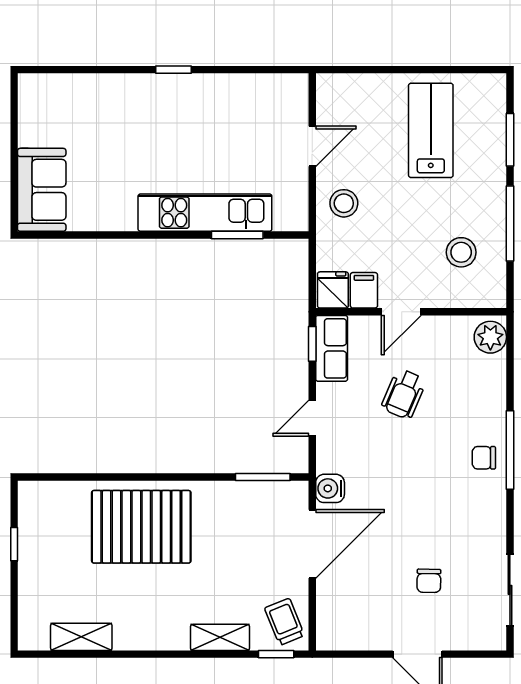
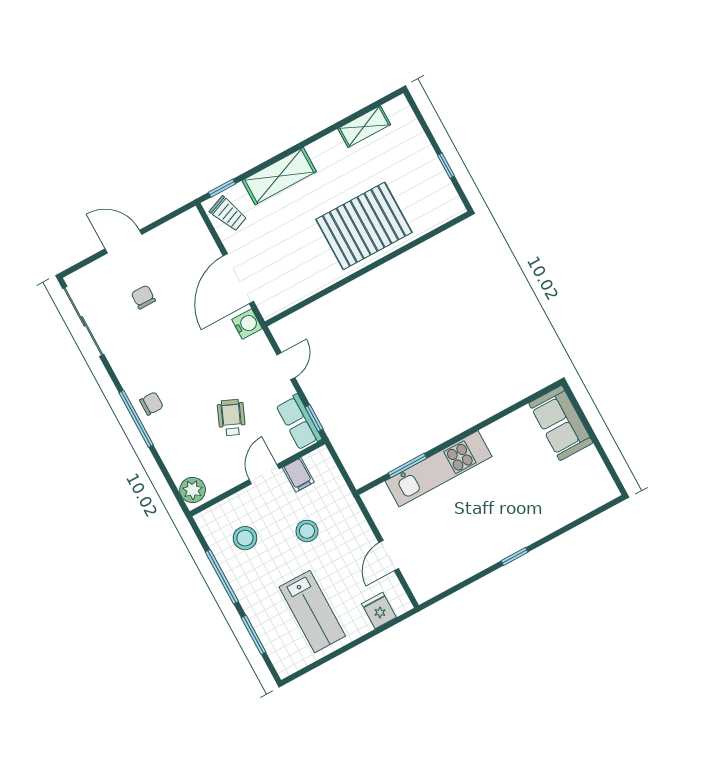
stool: (344, 203) -> (307, 531), moved
fridge: (333, 290) -> (379, 610), moved, turned 180
window: (263, 477) -> (298, 306), removed
sliding door: (510, 590) -> (83, 321), width x1.37
shelving: (220, 637) -> (279, 176), width x1.50, depth x1.33

